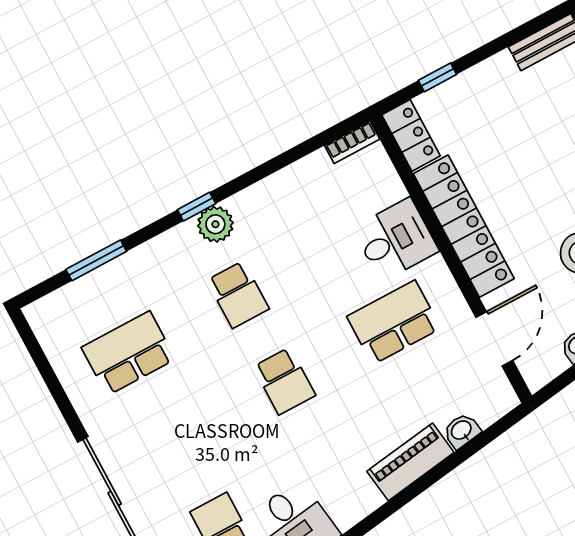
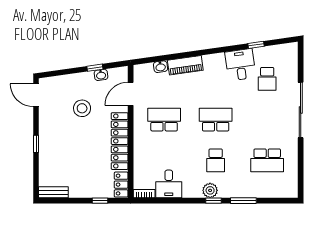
desk: (396, 240) -> (169, 184), moved, turned -90
window: (96, 260) -> (243, 201), moved
school desk: (238, 295) -> (216, 160), turned 180
school desk: (394, 322) -> (164, 120), turned 180
school desk: (284, 381) -> (216, 120), width x1.85

